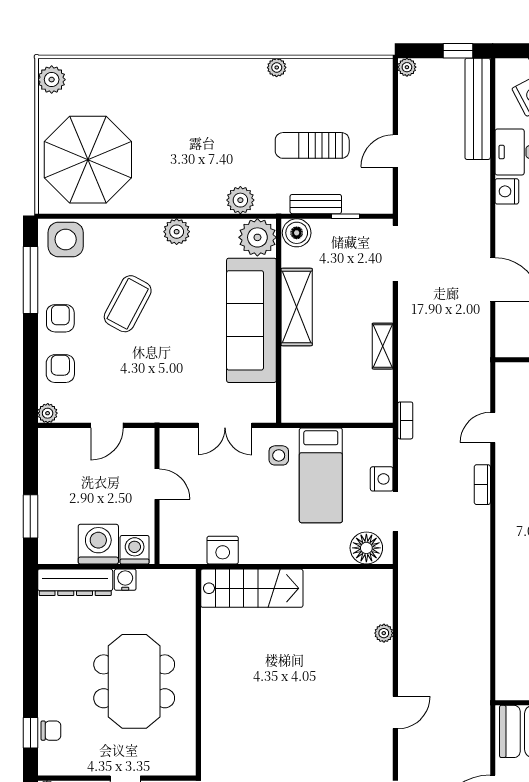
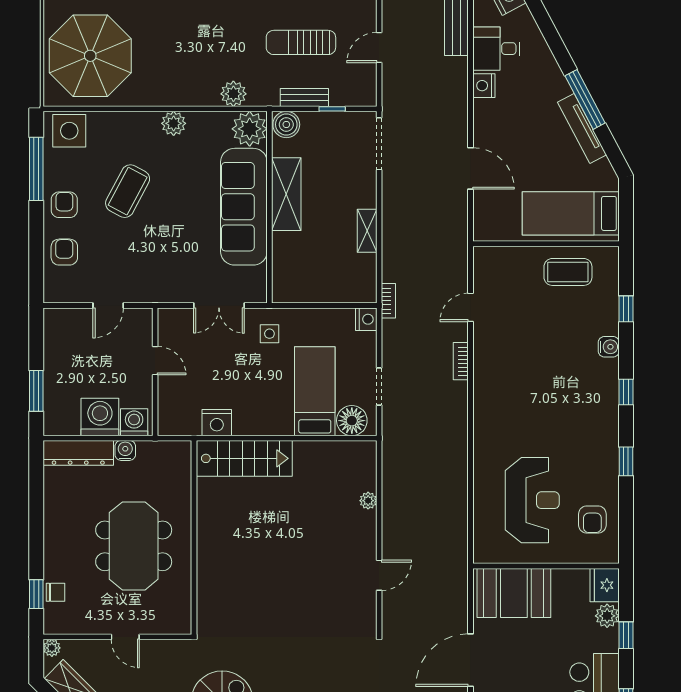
plant: (48, 413) -> (52, 294), removed
bed: (321, 475) -> (315, 391), moved, turned 180
nightstand: (382, 479) -> (366, 319), moved

